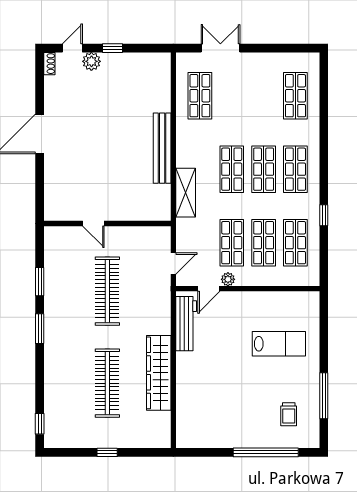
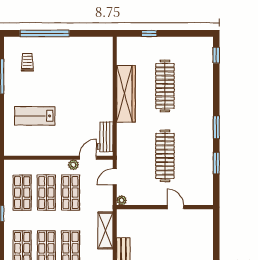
plant: (164, 232) -> (122, 200), added
workbench: (186, 324) -> (105, 137), width x0.73
window: (107, 452) -> (149, 33), moved

